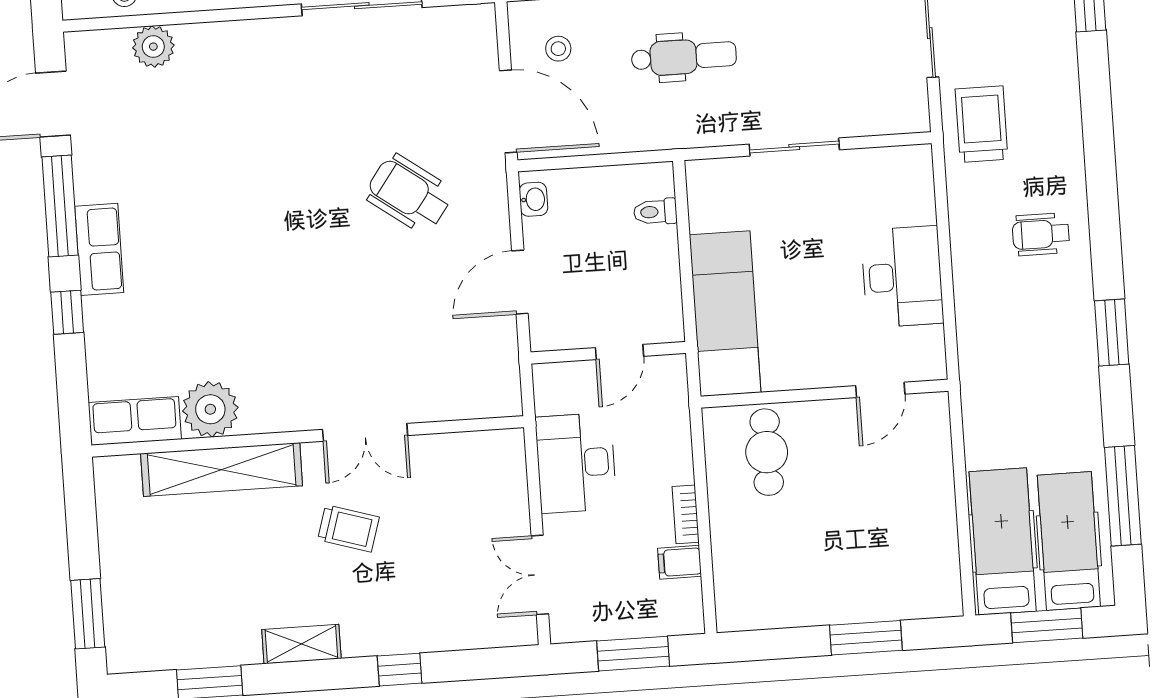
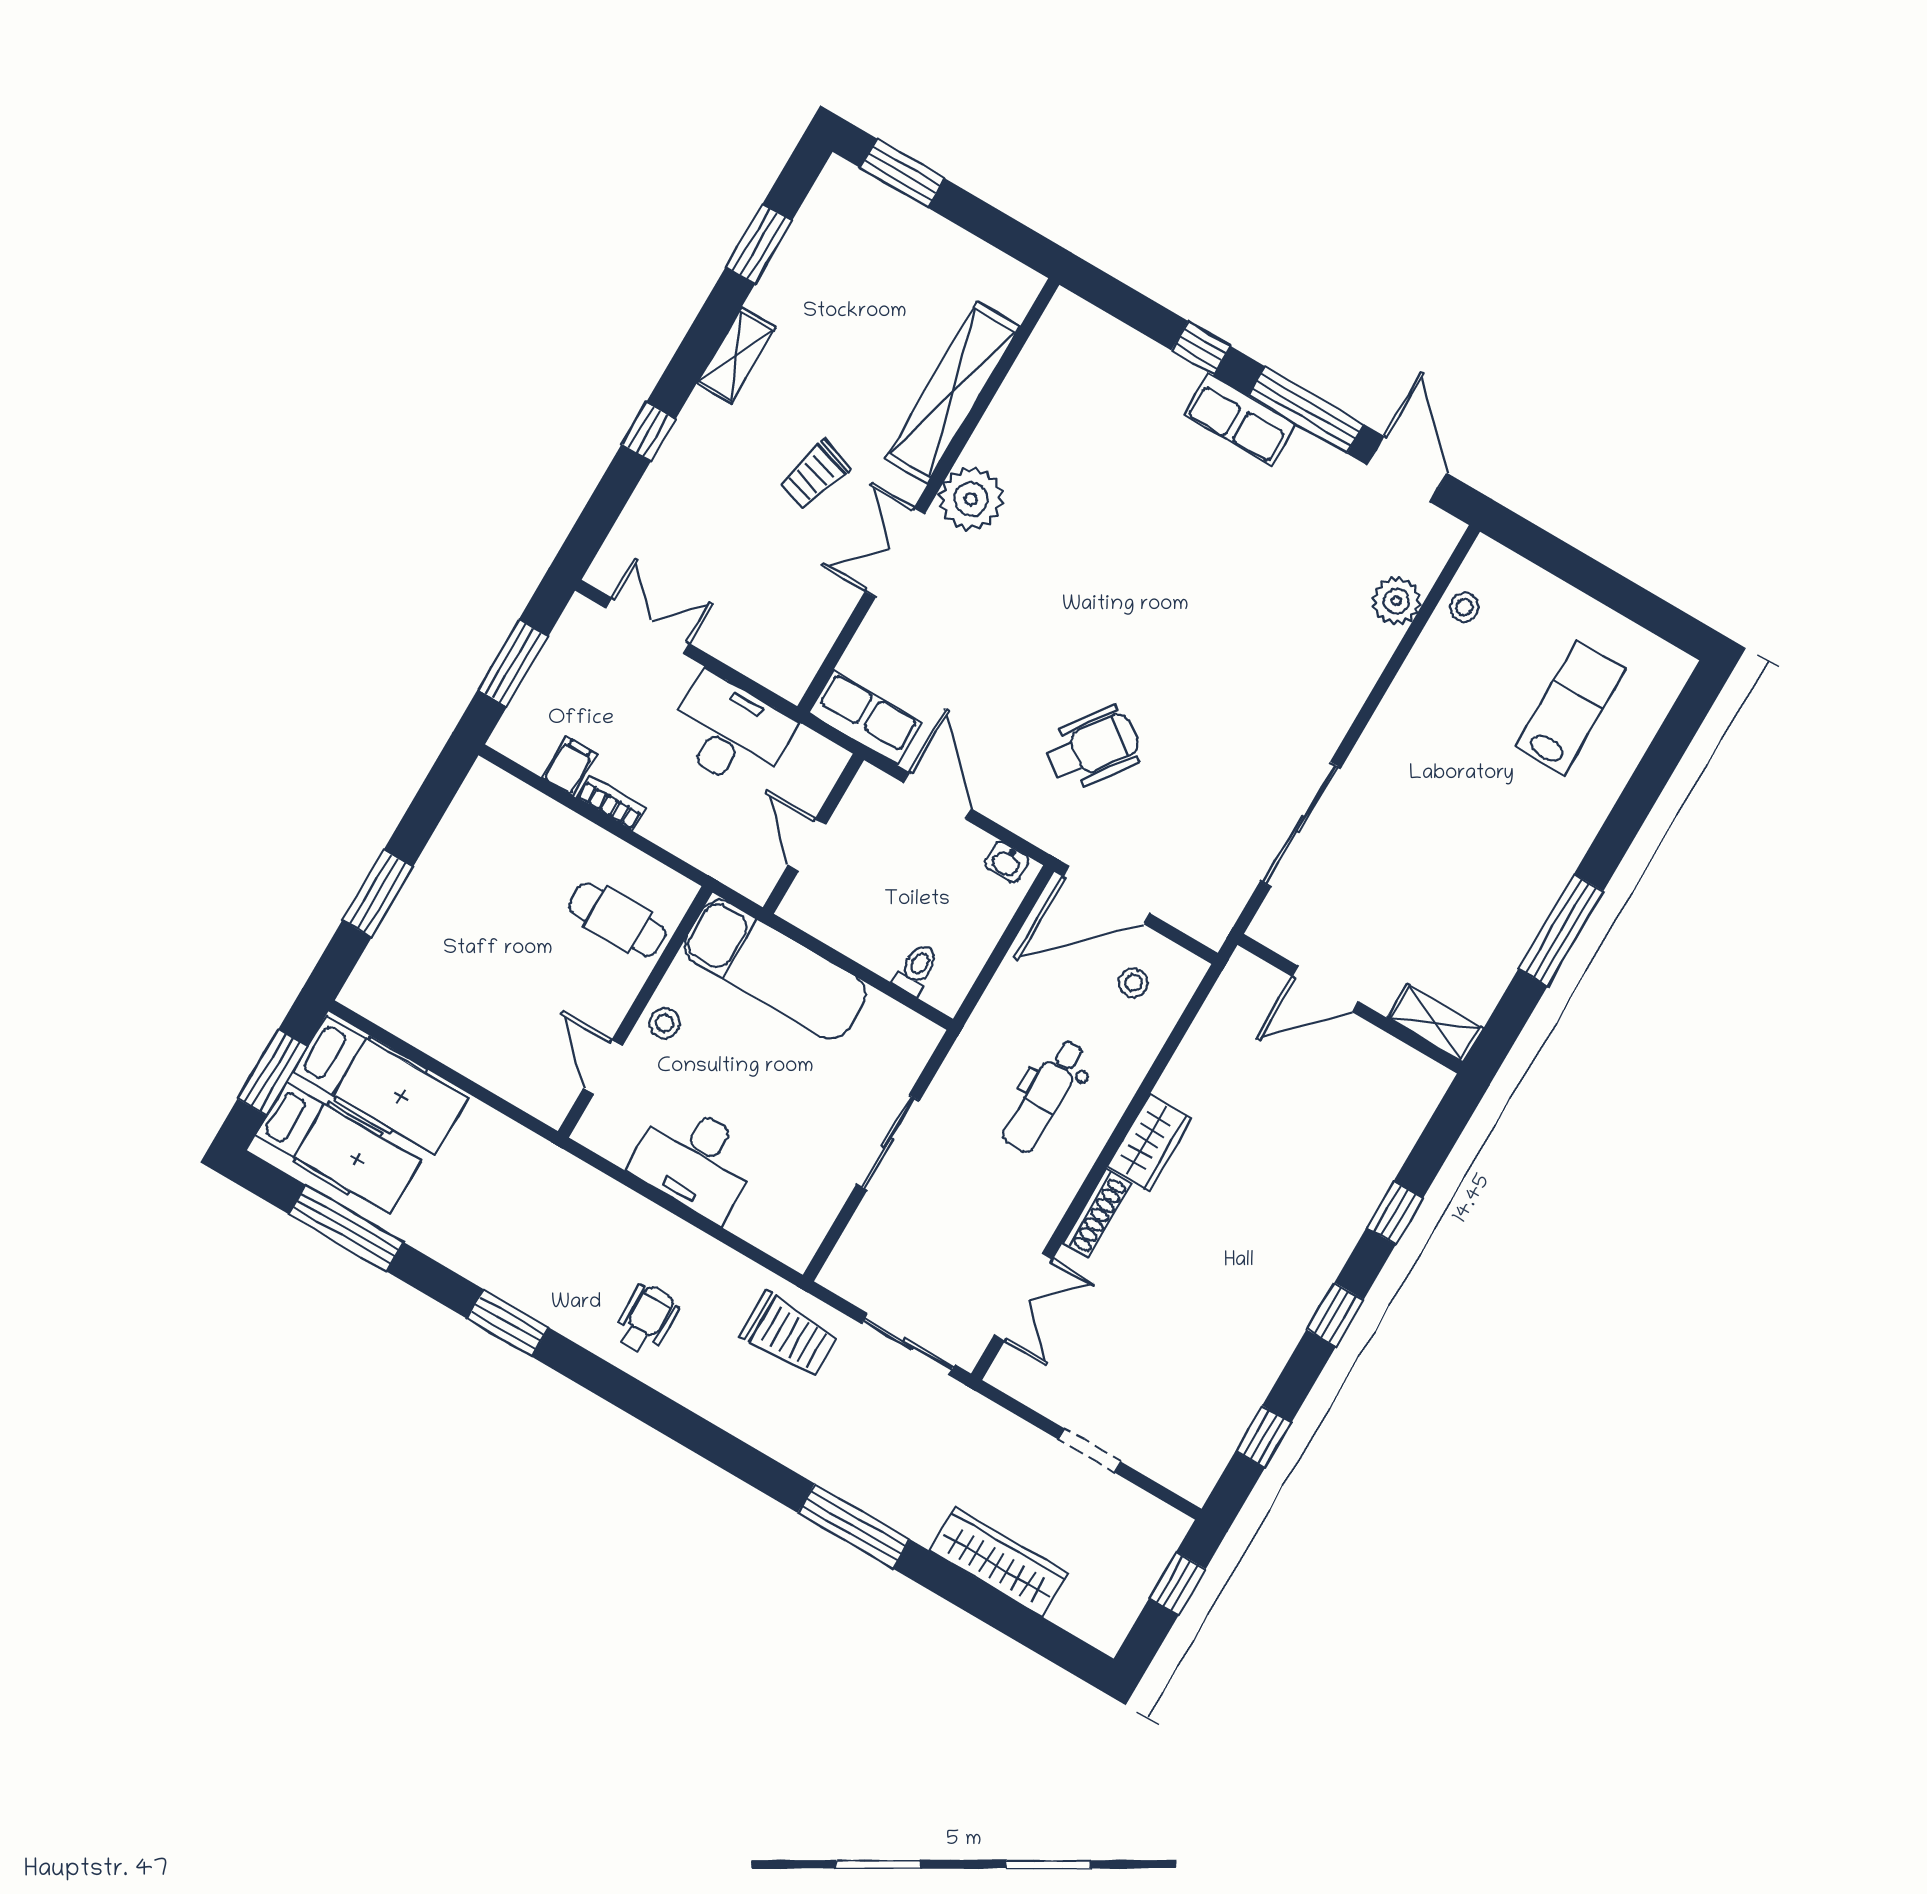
stool: (818, 367) -> (665, 1023), added
plant: (210, 409) -> (971, 499), moved
row of seats: (135, 421) -> (865, 718), moved, turned -90

